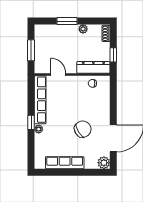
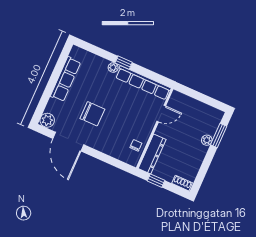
window: (67, 21) -> (219, 136), moved
plant: (83, 29) -> (207, 140), moved
window: (31, 50) -> (199, 96), removed
chair: (83, 129) -> (92, 114), turned -58

